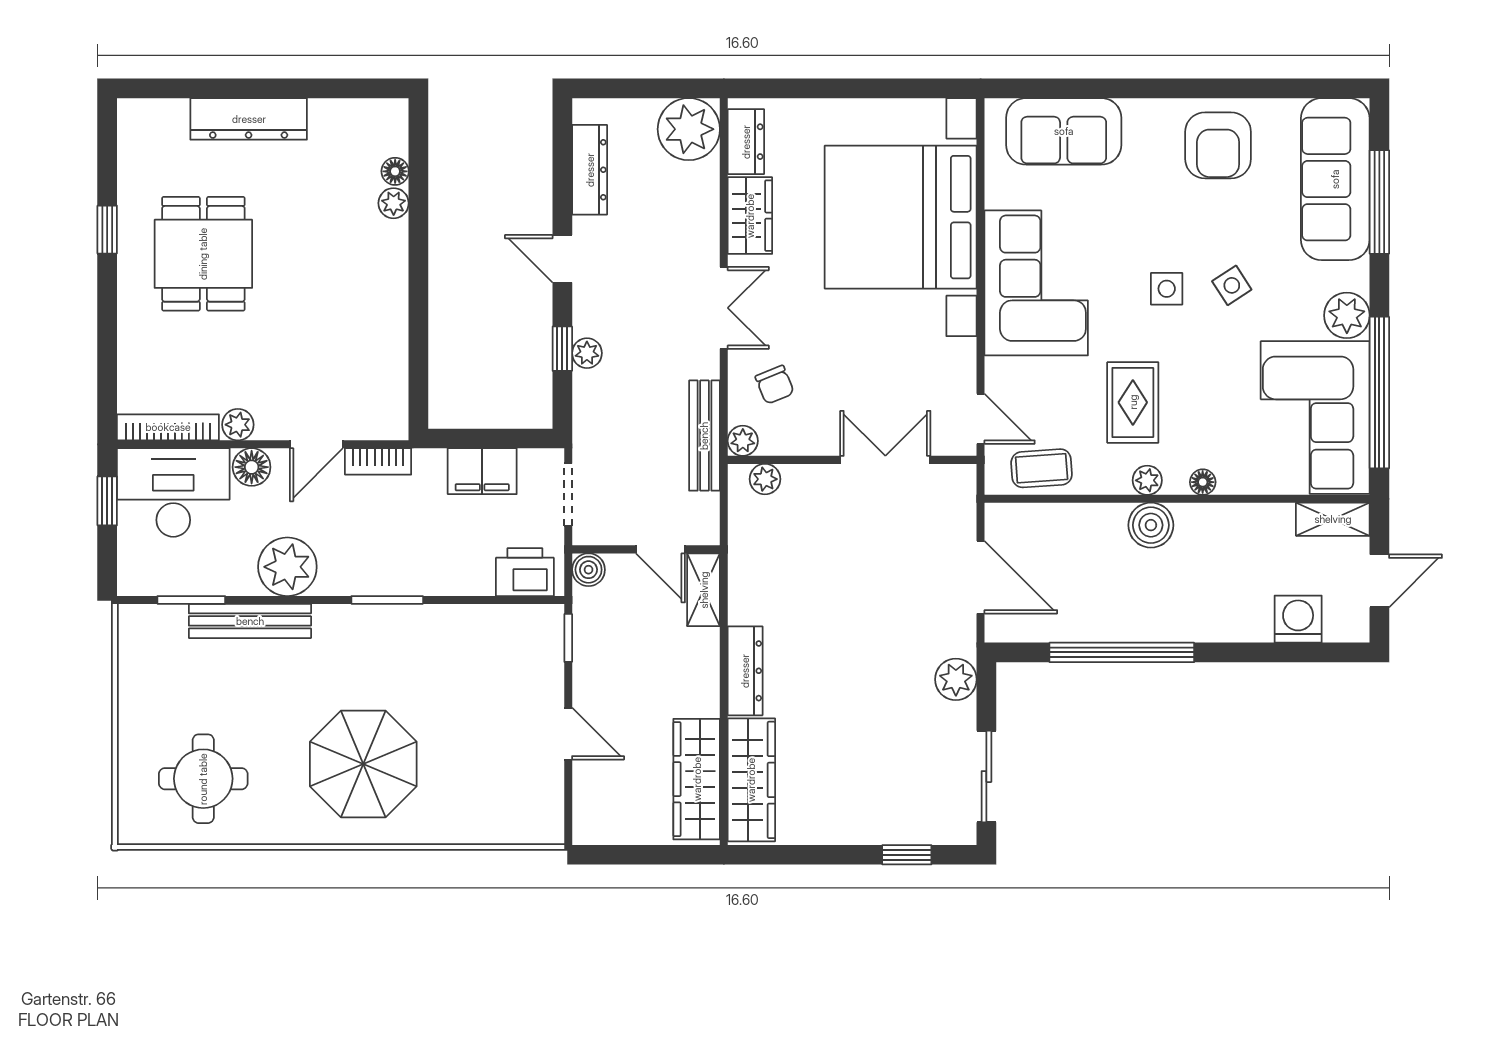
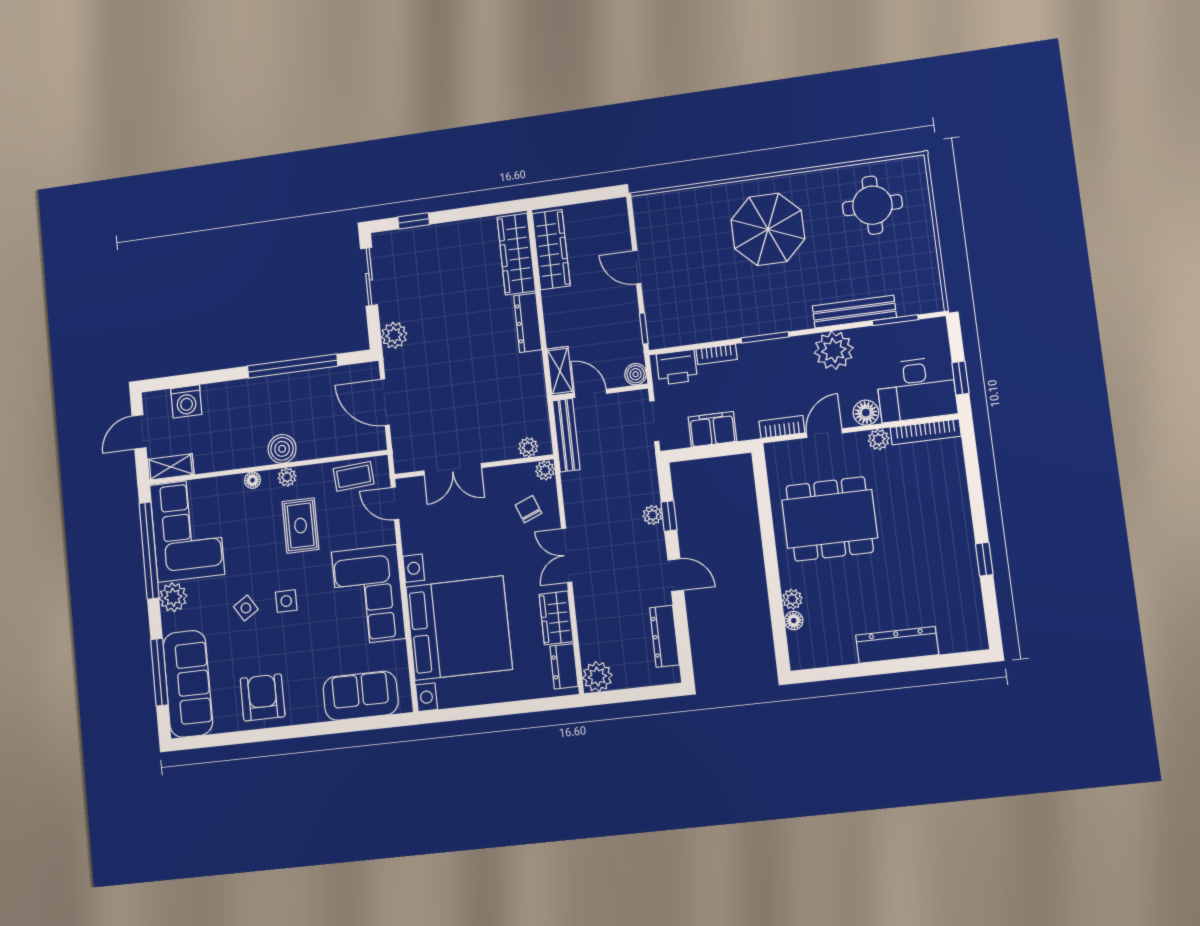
plant: (689, 129) -> (597, 677), width x0.73, depth x0.73
dining table: (203, 254) -> (830, 519), moved, width x1.38
bench: (704, 436) -> (566, 435), moved
bookcase: (463, 584) -> (717, 354), added

